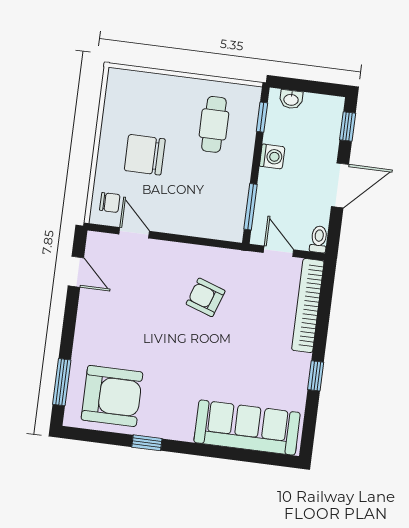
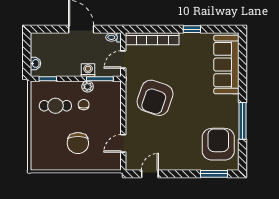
window: (348, 127) -> (47, 29), removed
washing machine: (272, 156) -> (88, 70), moved
plant: (240, 184) -> (88, 87), added
chair: (110, 202) -> (84, 105), moved
armchair: (206, 297) -> (155, 98), width x1.88, depth x1.88
window: (147, 443) -> (242, 121), width x2.17

